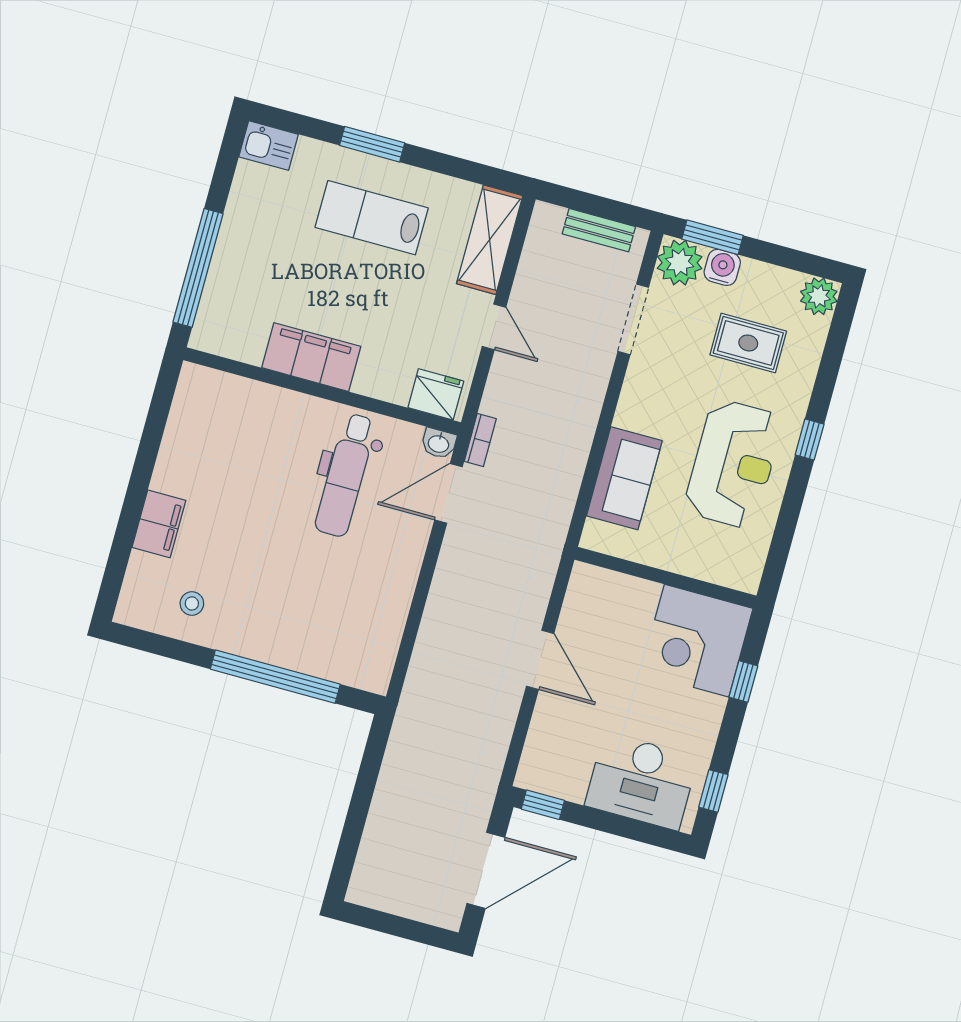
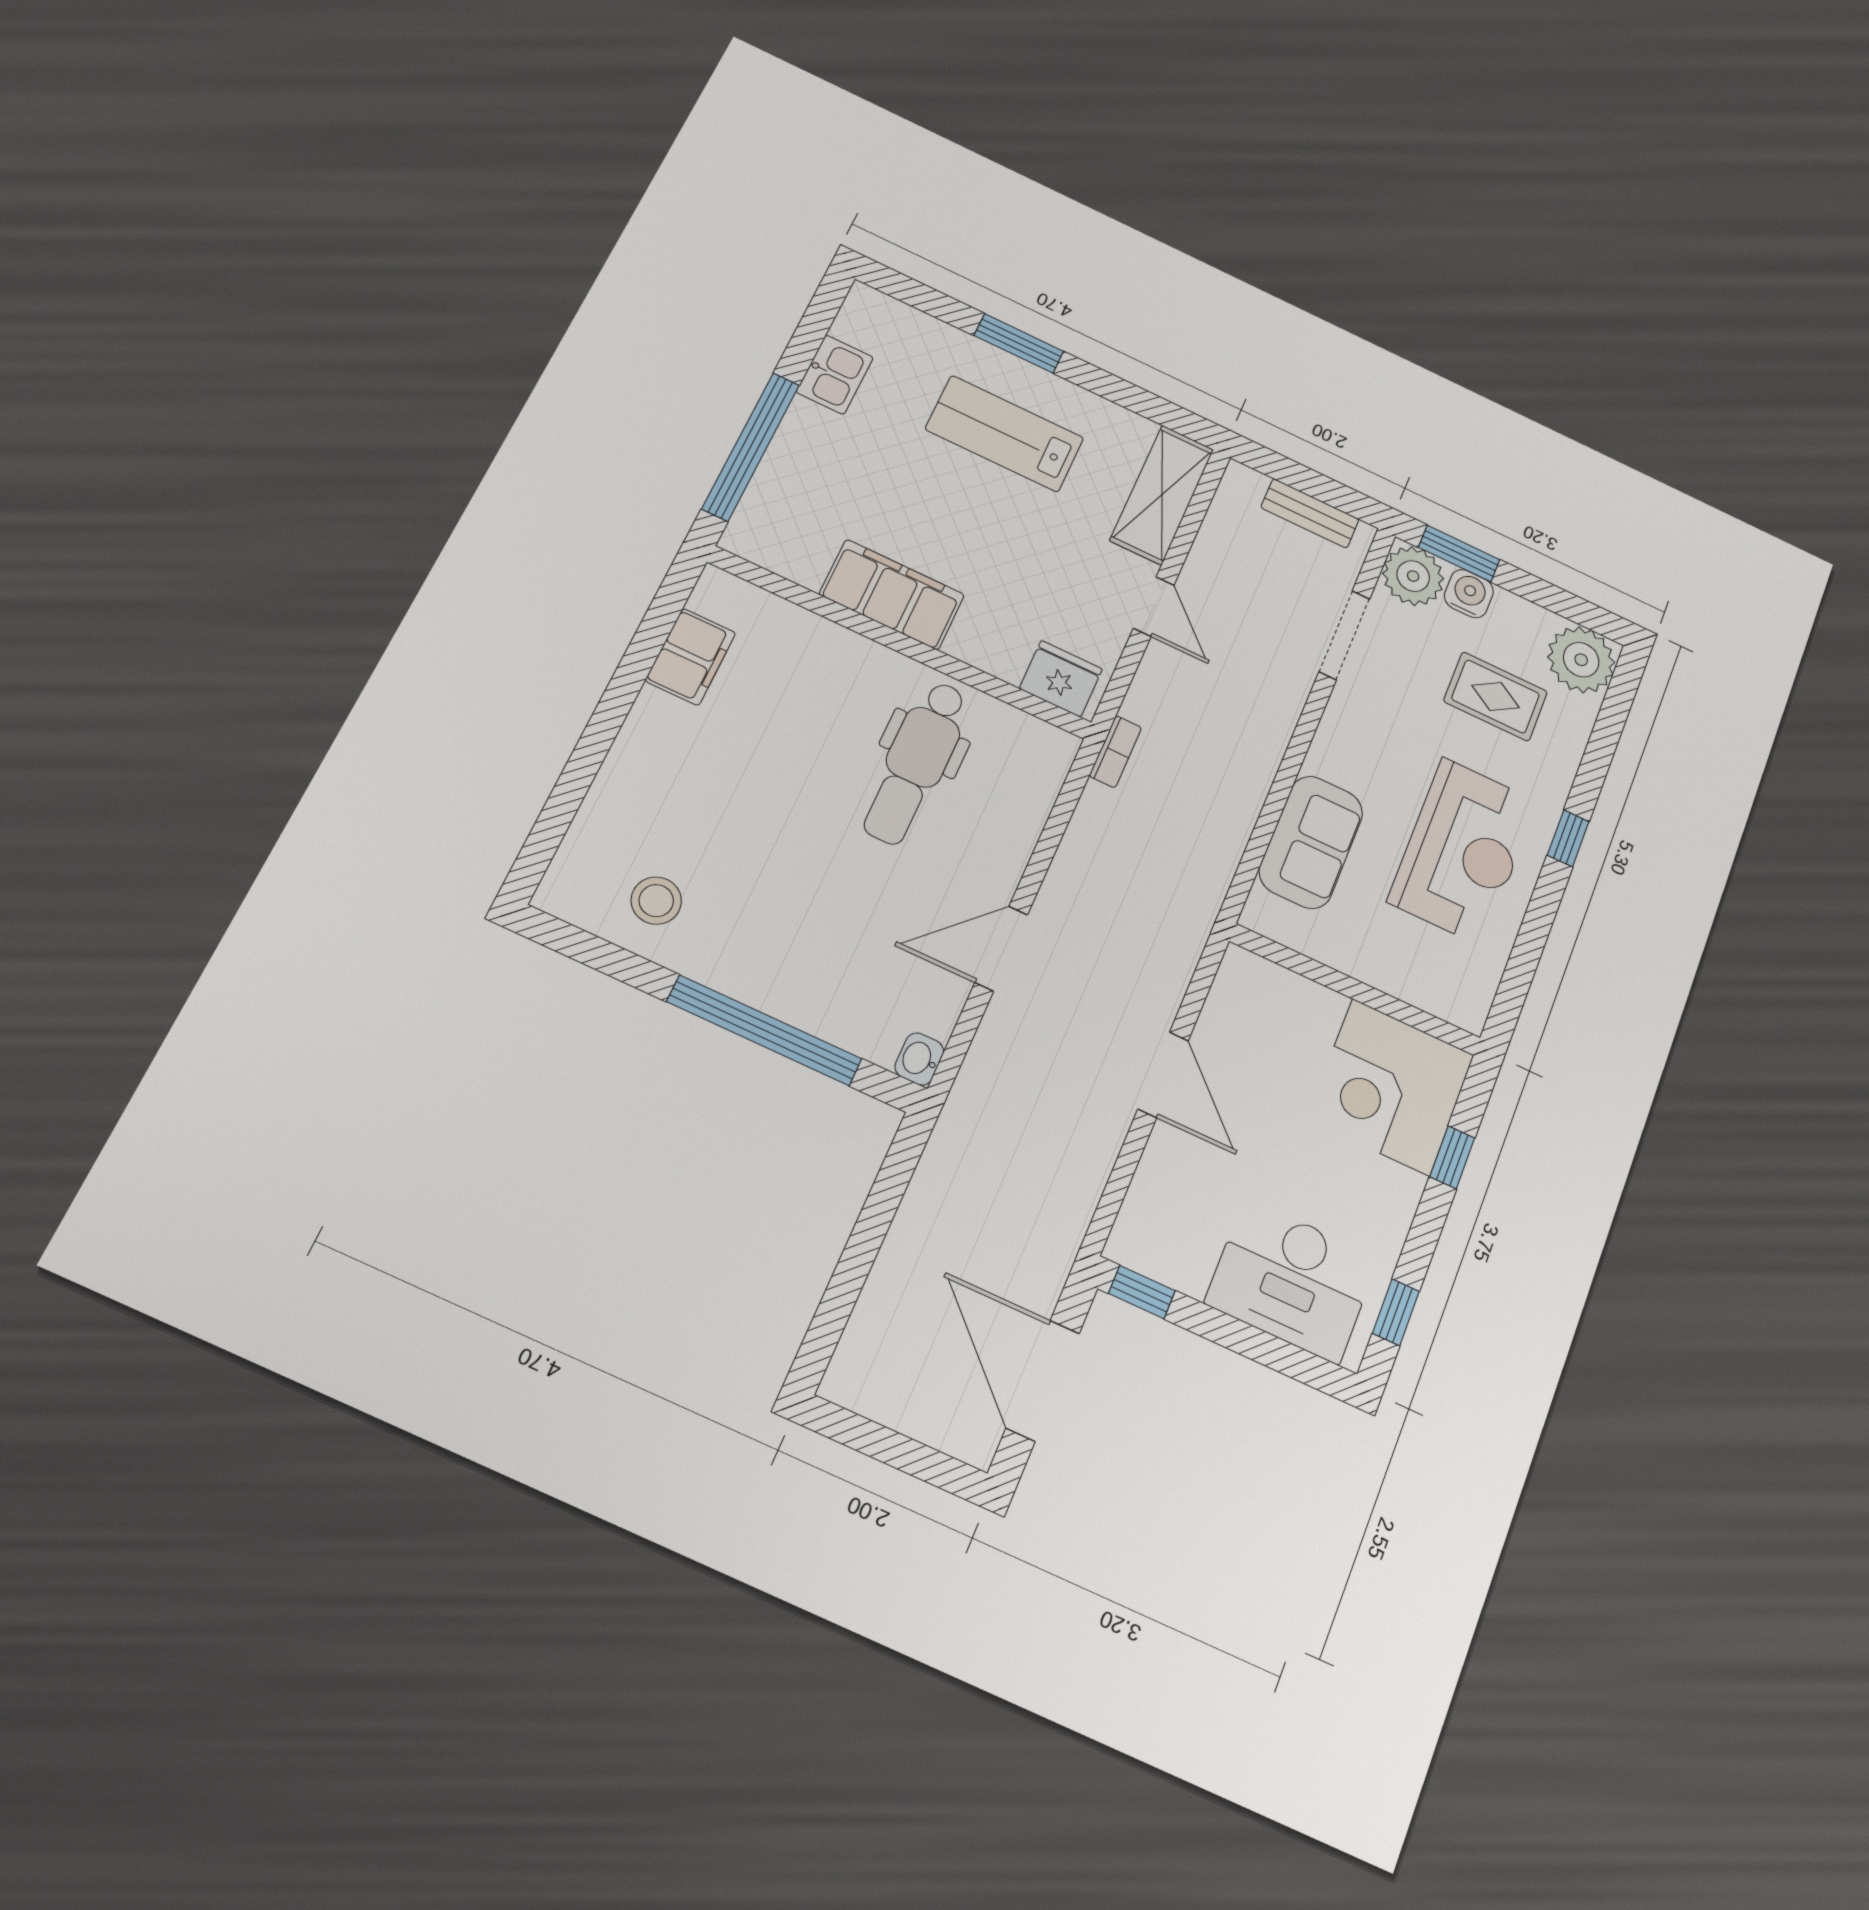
kitchen sink: (269, 146) -> (835, 375), moved, turned -90
plant: (819, 296) -> (1581, 660), width x1.36, depth x1.36
washbasin: (439, 443) -> (919, 1059), moved, turned 90
door: (448, 493) -> (1001, 949), moved
filing cabinet: (159, 524) -> (691, 657), moved
stool: (192, 603) -> (656, 901), width x1.37, depth x1.37
door: (486, 870) -> (1043, 1381), swing flipped

